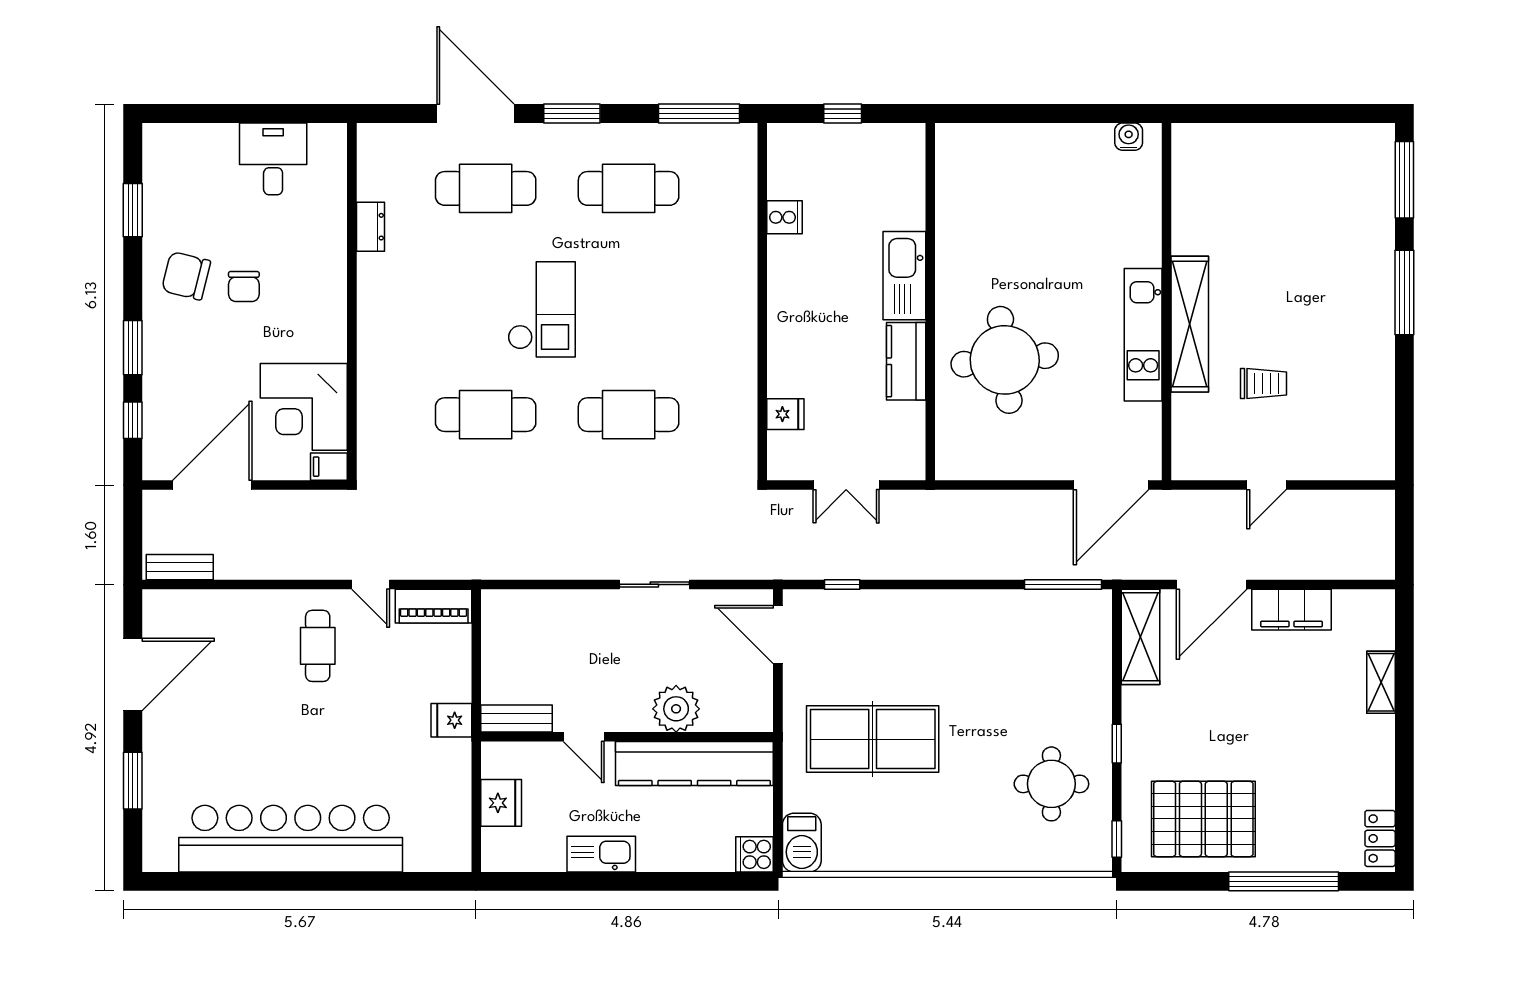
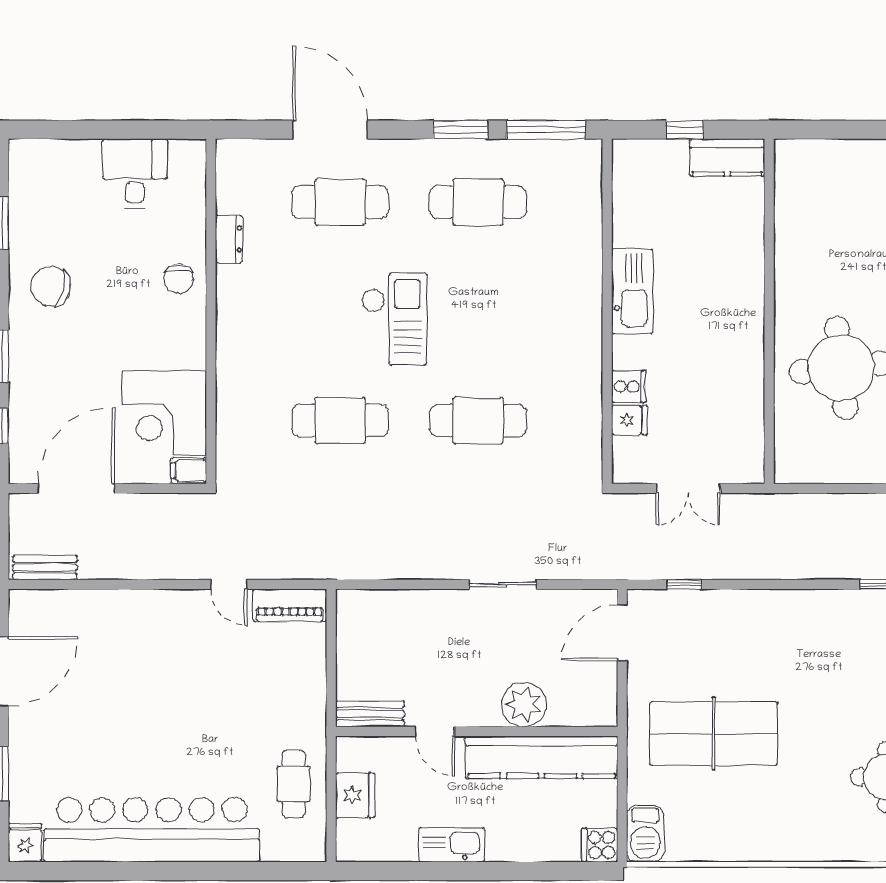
window: (572, 113) -> (460, 130), moved
cooker: (785, 217) -> (629, 387), moved
kitchen sink: (904, 276) -> (632, 291), moved, turned 180
chair: (244, 287) -> (178, 279), moved
kitchen counter: (906, 361) -> (727, 157), moved, turned -90
door: (778, 634) -> (622, 633), hinge flipped
cafe table: (318, 646) -> (294, 784), moved
fridge: (451, 720) -> (25, 843), moved, turned 90

